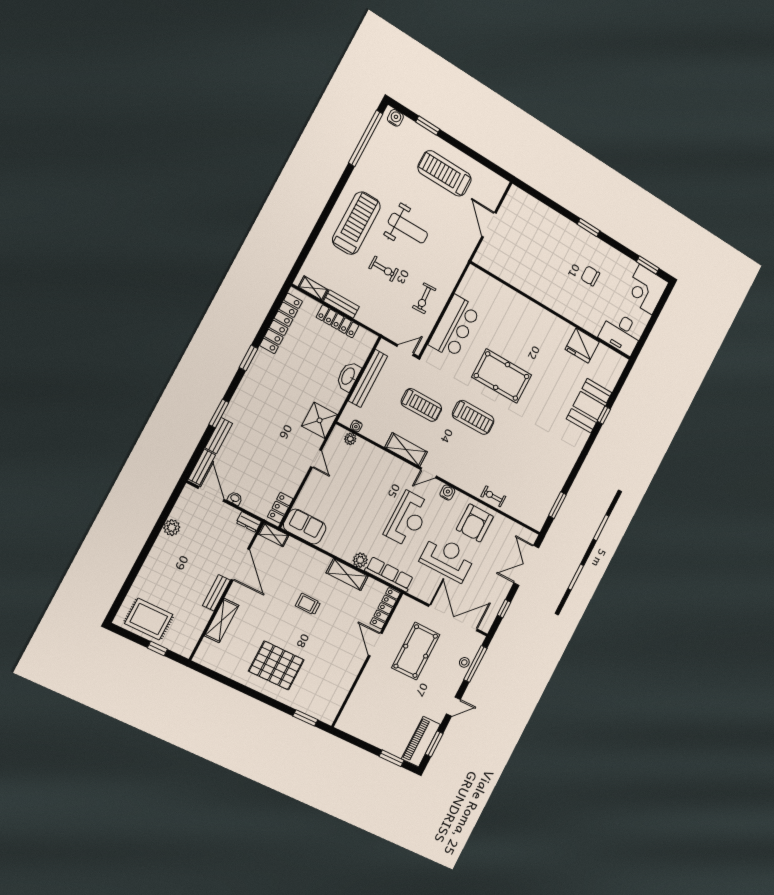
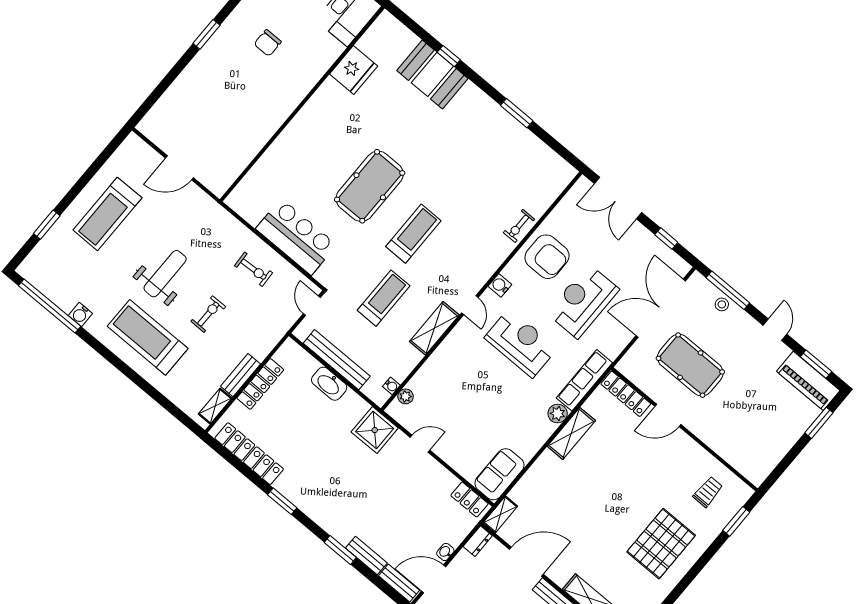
water cooler: (395, 118) -> (80, 314), moved, turned -90
window: (557, 505) -> (517, 113), moved
trolley: (308, 604) -> (708, 492), moved, turned 180

